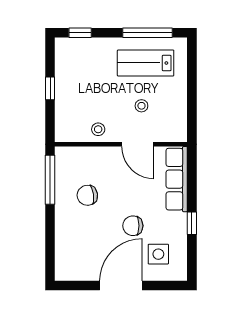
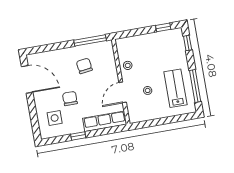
window: (50, 88) -> (163, 27), moved
door: (121, 286) -> (27, 79), moved

